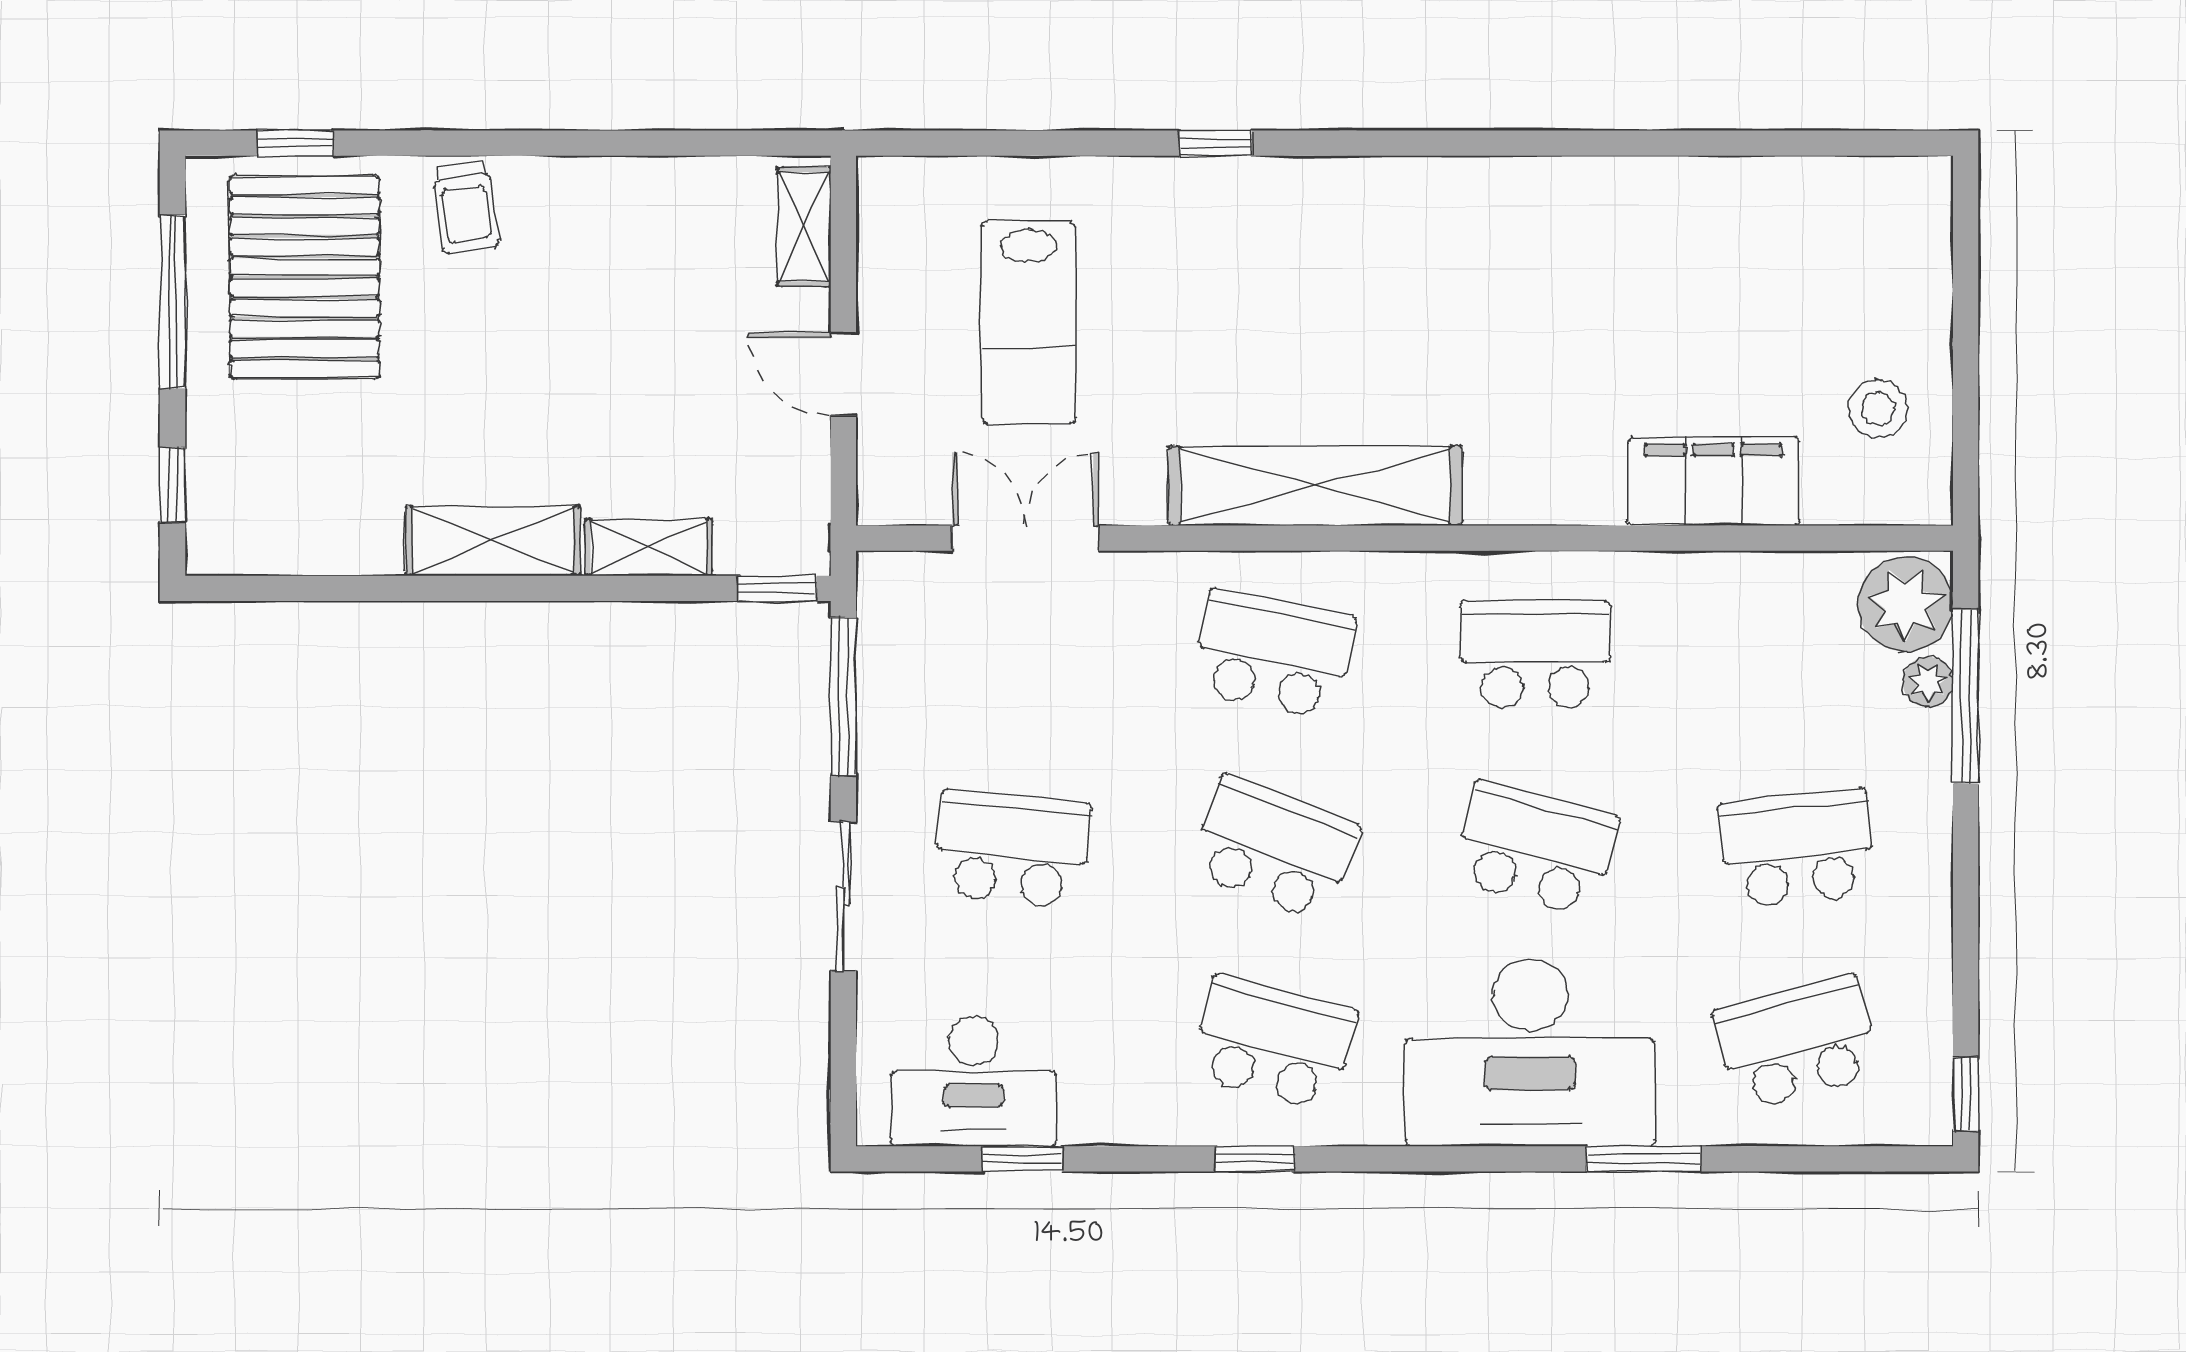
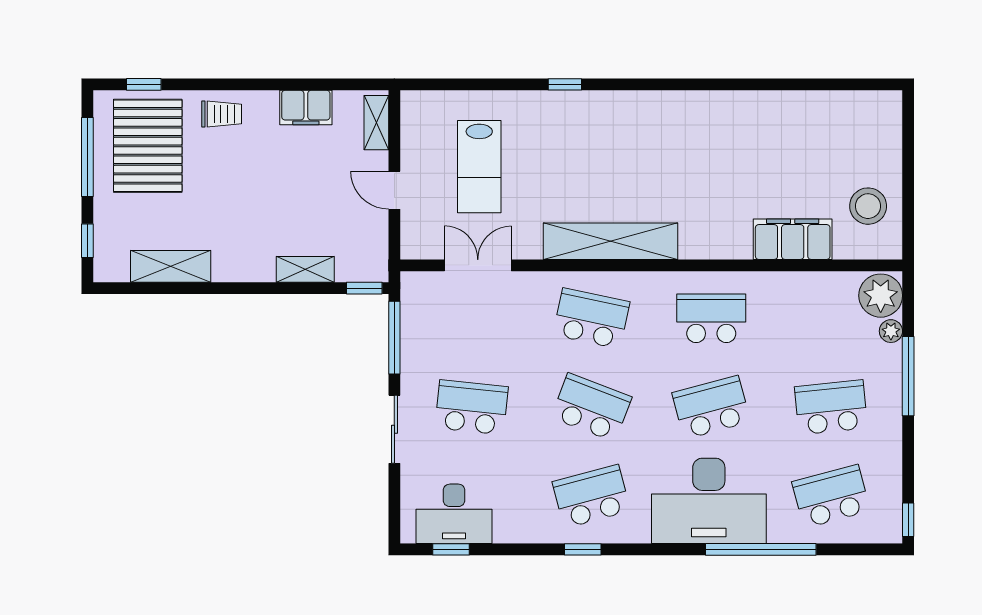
filing cabinet: (650, 194) -> (306, 108), added
trolley: (466, 208) -> (222, 114), turned -82
stool: (1878, 409) -> (868, 206), width x1.38, depth x1.38
shelving: (493, 541) -> (171, 266), moved
window: (1966, 696) -> (908, 376), moved
school desk: (1535, 849) -> (711, 407), turned -30
school desk: (1274, 1043) -> (591, 496), turned -30
window: (1023, 1159) -> (451, 549), moved
window: (1644, 1159) -> (761, 549), width x2.11

